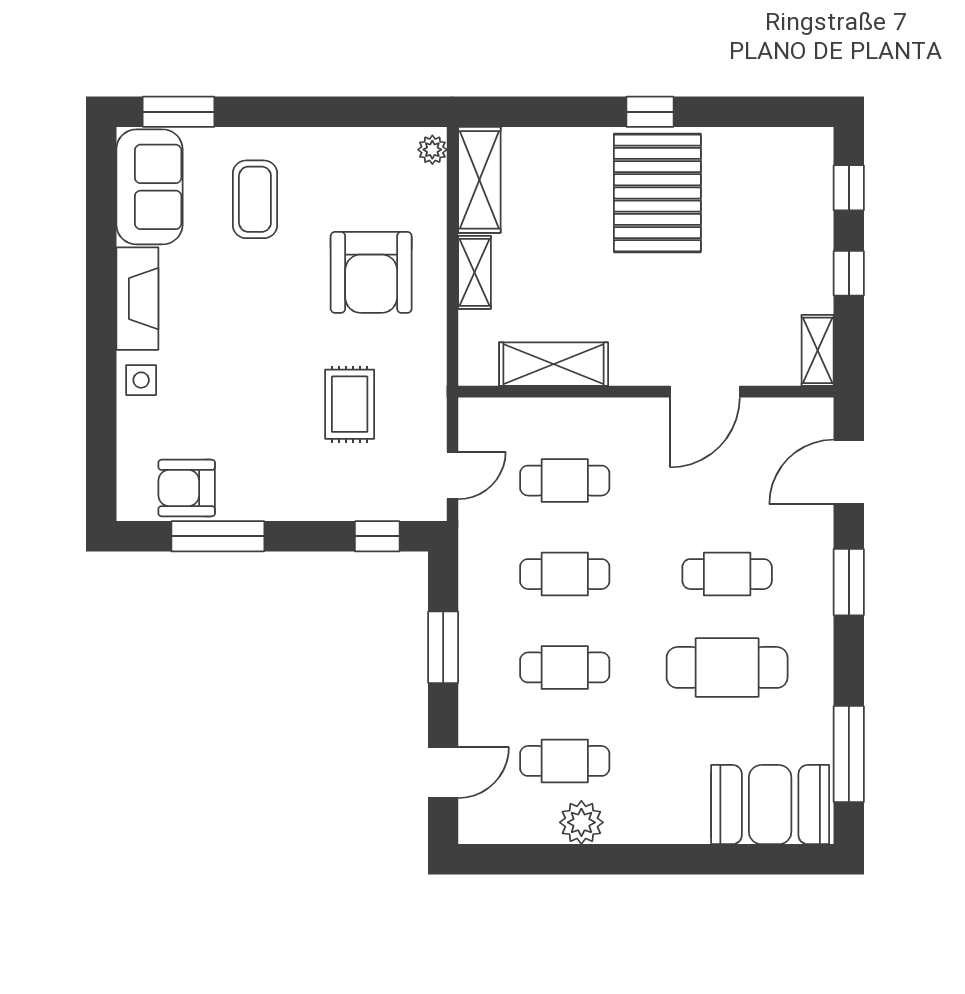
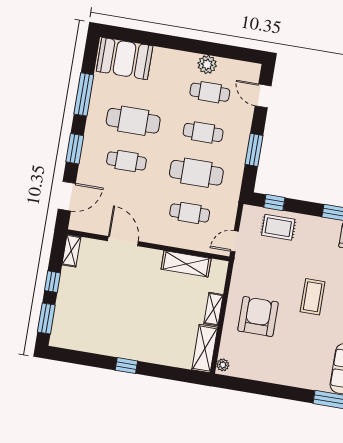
window: (849, 188) -> (46, 318), width x1.50
pallet: (657, 193) -> (129, 330), removed
coffee table: (255, 199) -> (313, 297), moved
door: (705, 392) -> (123, 241), hinge flipped
rug: (350, 404) -> (278, 227), moved, turned 90
door: (452, 475) -> (235, 241), moved
cafe table: (565, 574) -> (196, 173), width x1.37, depth x1.35
window: (849, 754) -> (84, 94), moved
door: (443, 773) -> (263, 96), hinge flipped

